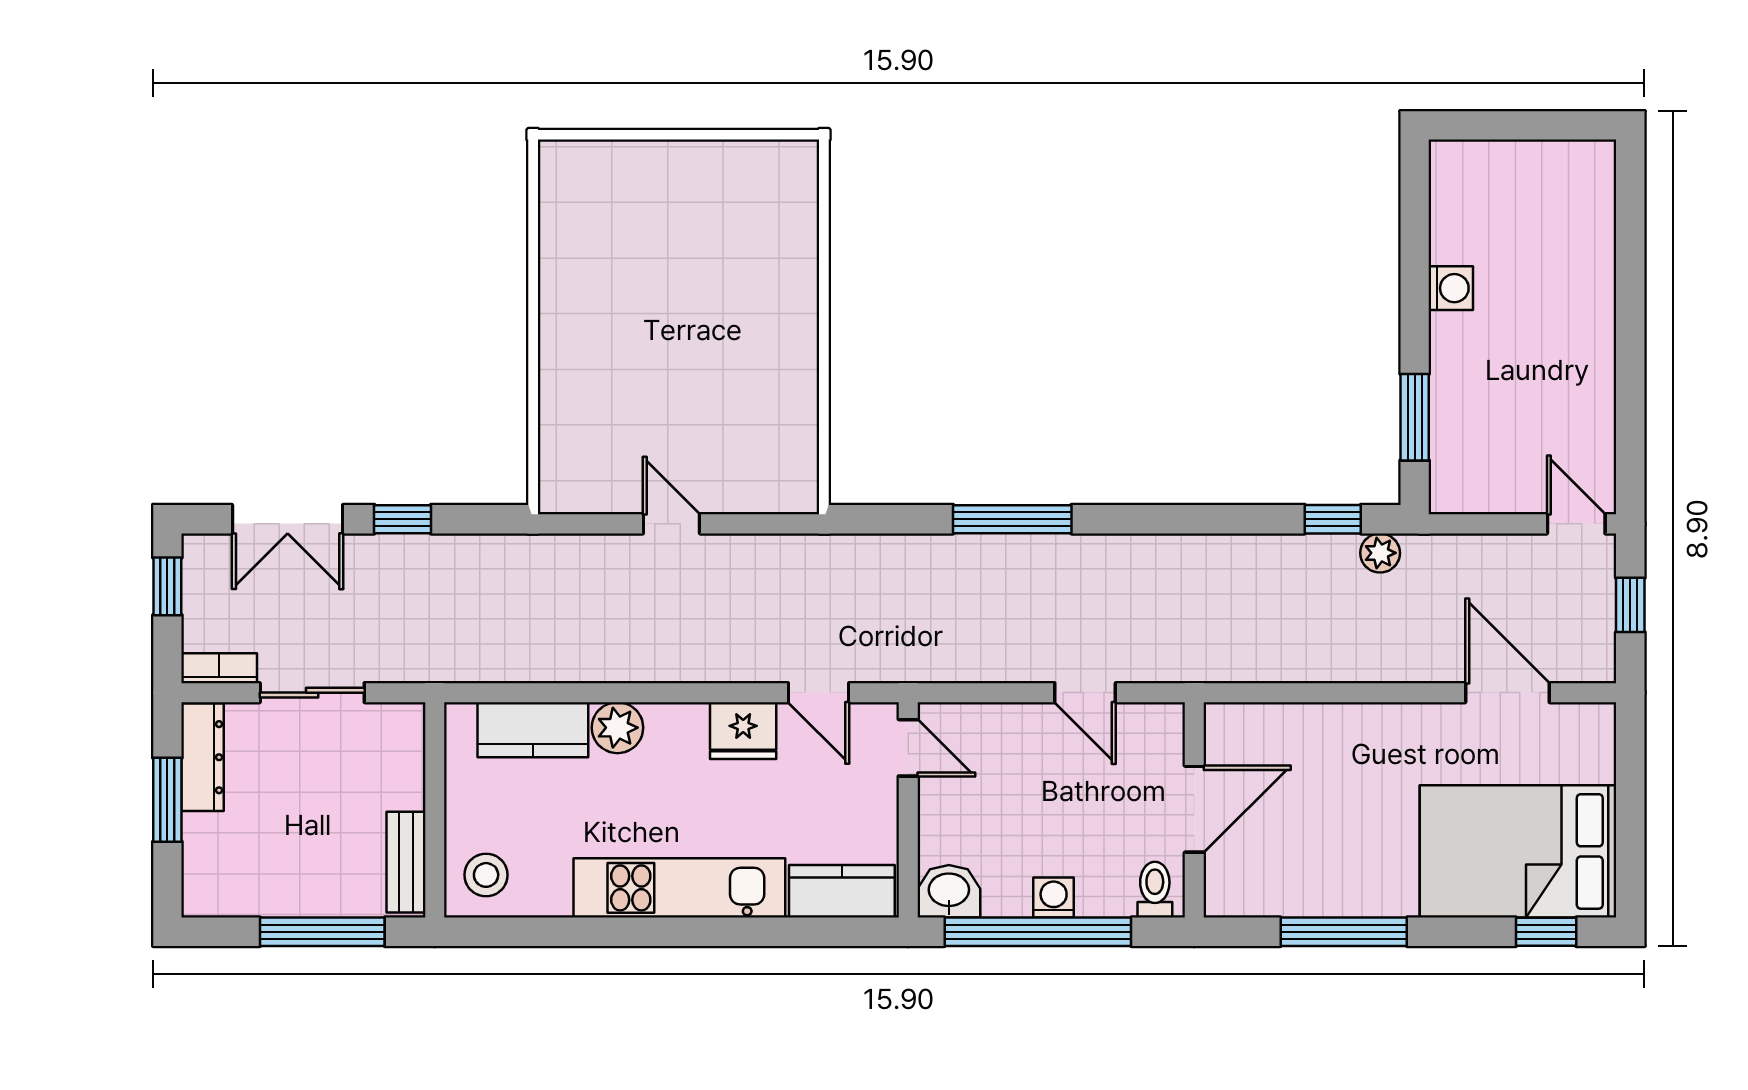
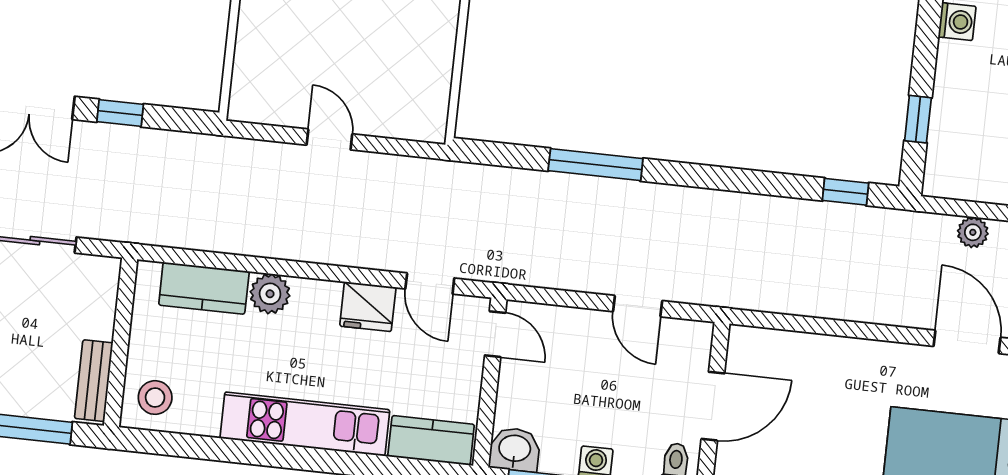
window: (1415, 417) -> (918, 119), width x0.67
plant: (1380, 553) -> (973, 232), moved

